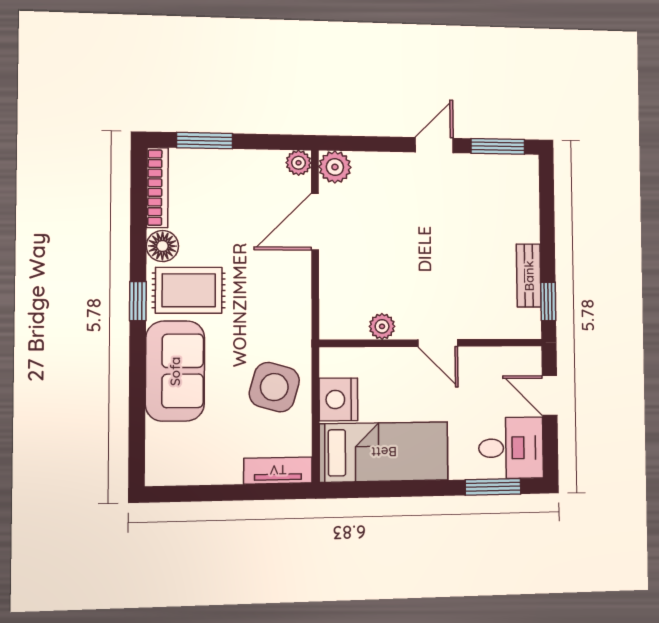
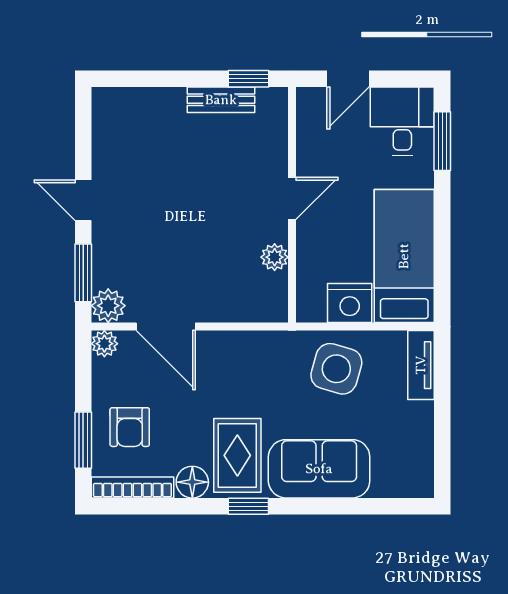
window: (498, 146) -> (83, 273), moved
armchair: (217, 186) -> (130, 427), added

